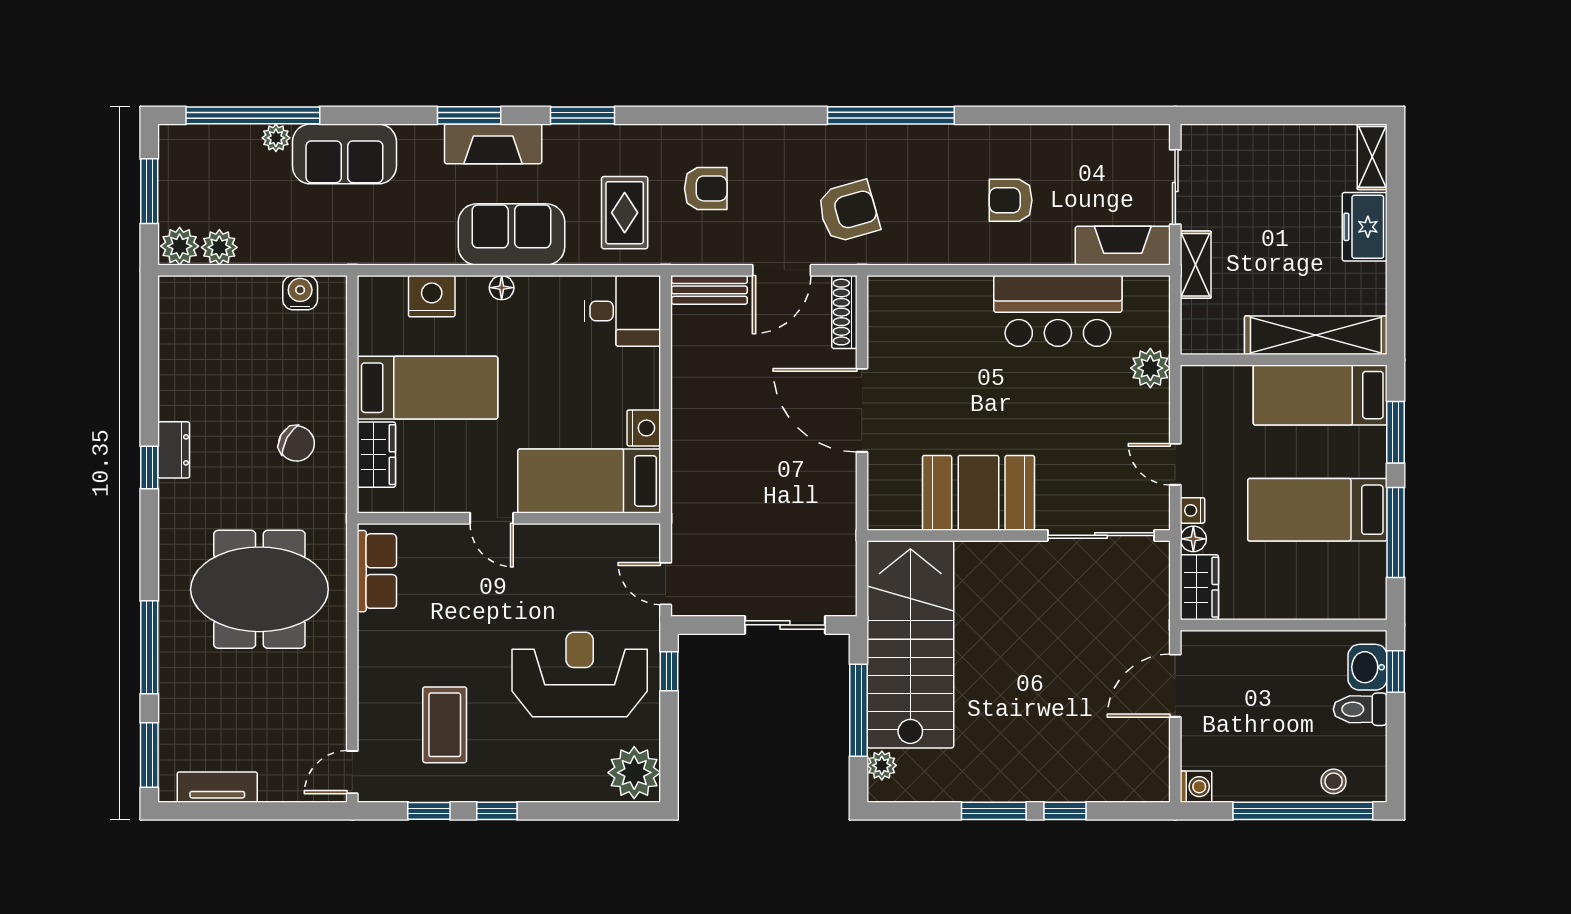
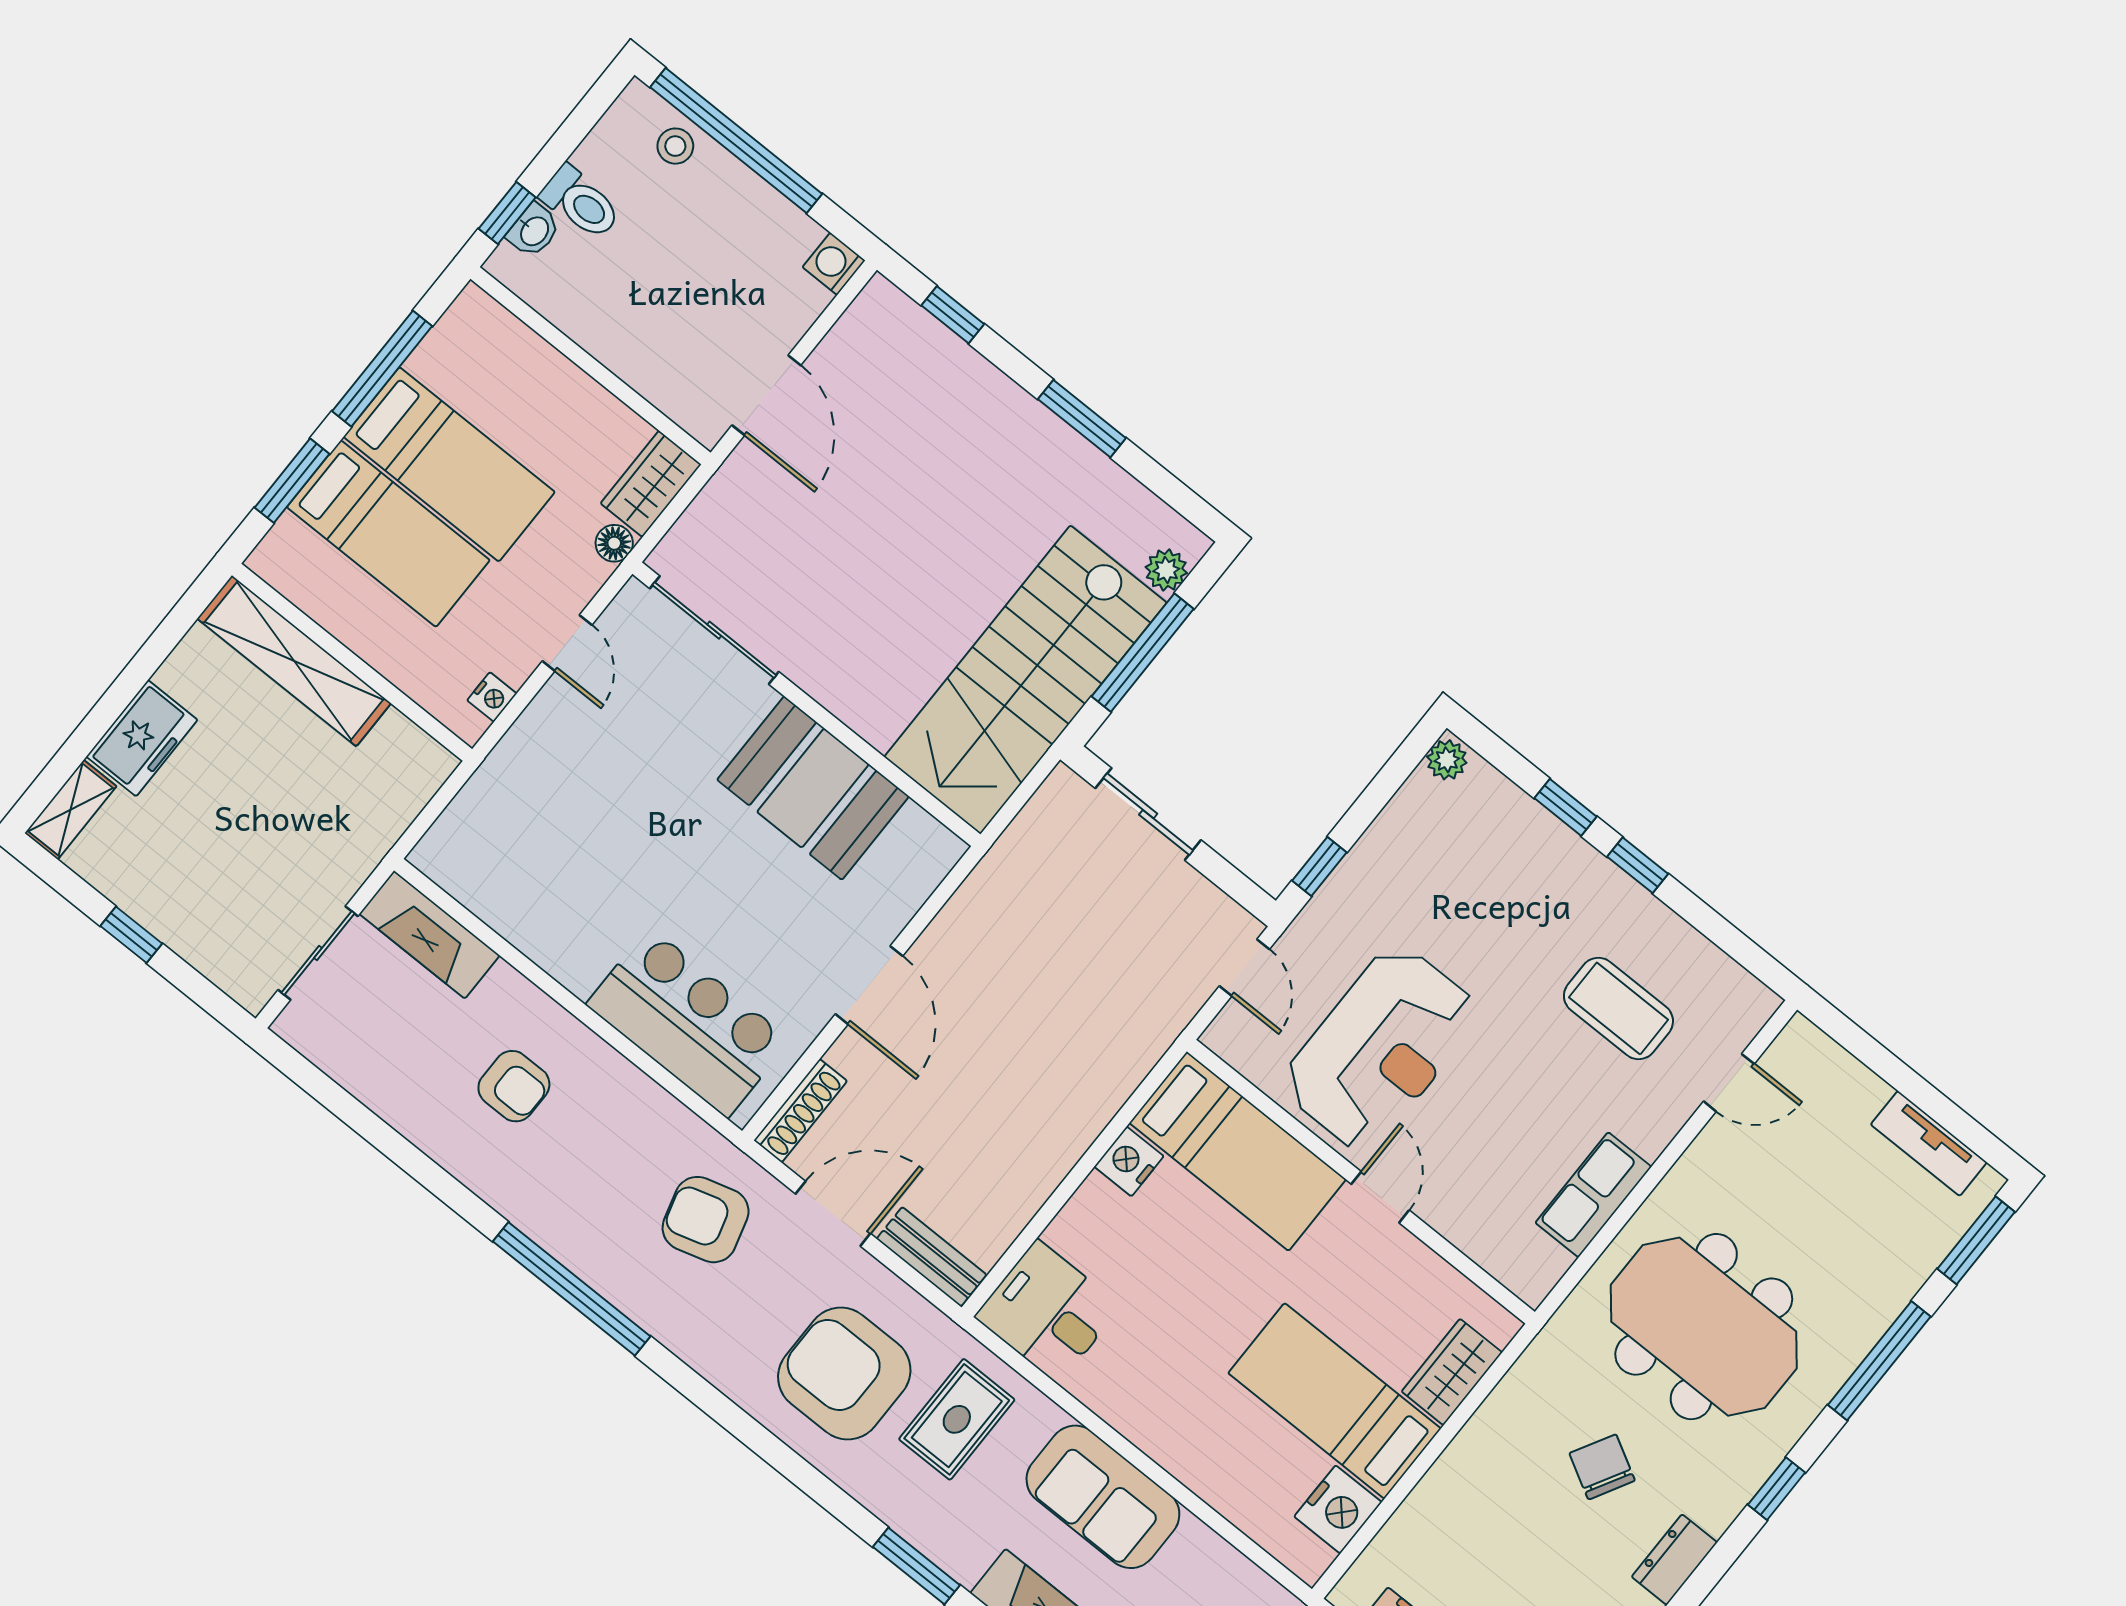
window: (1285, 115) -> (131, 935), added
armchair: (706, 188) -> (844, 1374), width x1.88, depth x1.88
shelving: (1196, 265) -> (365, 848), removed
floor lamp: (502, 288) -> (1162, 1446), removed
nightstand: (432, 296) -> (1338, 1509), moved, turned -90
bar counter: (1058, 311) -> (688, 1022), moved
plant: (1150, 368) -> (509, 773), removed
bed: (1320, 395) -> (388, 534), moved
door: (862, 410) -> (869, 985), width x0.73
chair: (297, 444) -> (1602, 1467), moved
window: (149, 467) -> (1776, 1489), moved
nightstand: (1193, 510) -> (492, 697), moved
row of seats: (377, 571) -> (1593, 1195), moved
washbasin: (1368, 667) -> (534, 231), width x0.72, depth x0.69
reception desk: (580, 675) -> (1380, 1048), moved, turned -90
door: (1175, 686) -> (766, 395), hinge flipped
coffee table: (445, 725) -> (1618, 1008), turned 90
door: (352, 772) -> (1729, 1083), moved
plant: (634, 773) -> (1447, 760), width x0.53, depth x0.53
window: (429, 811) -> (1566, 807), moved
window: (1065, 811) -> (953, 315), moved

